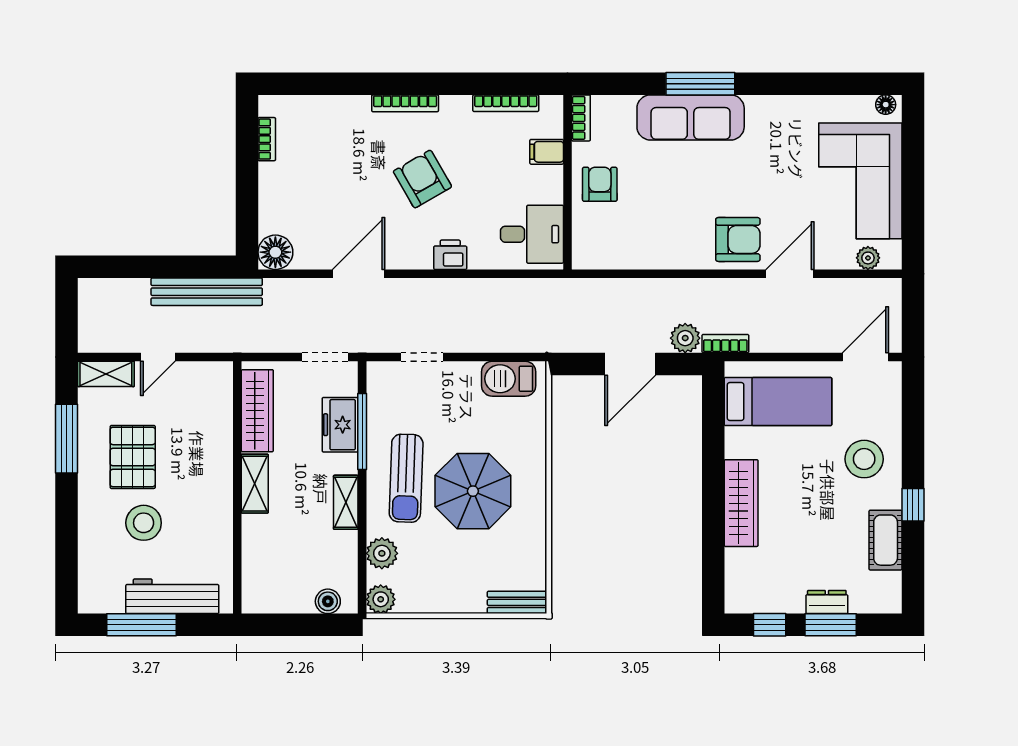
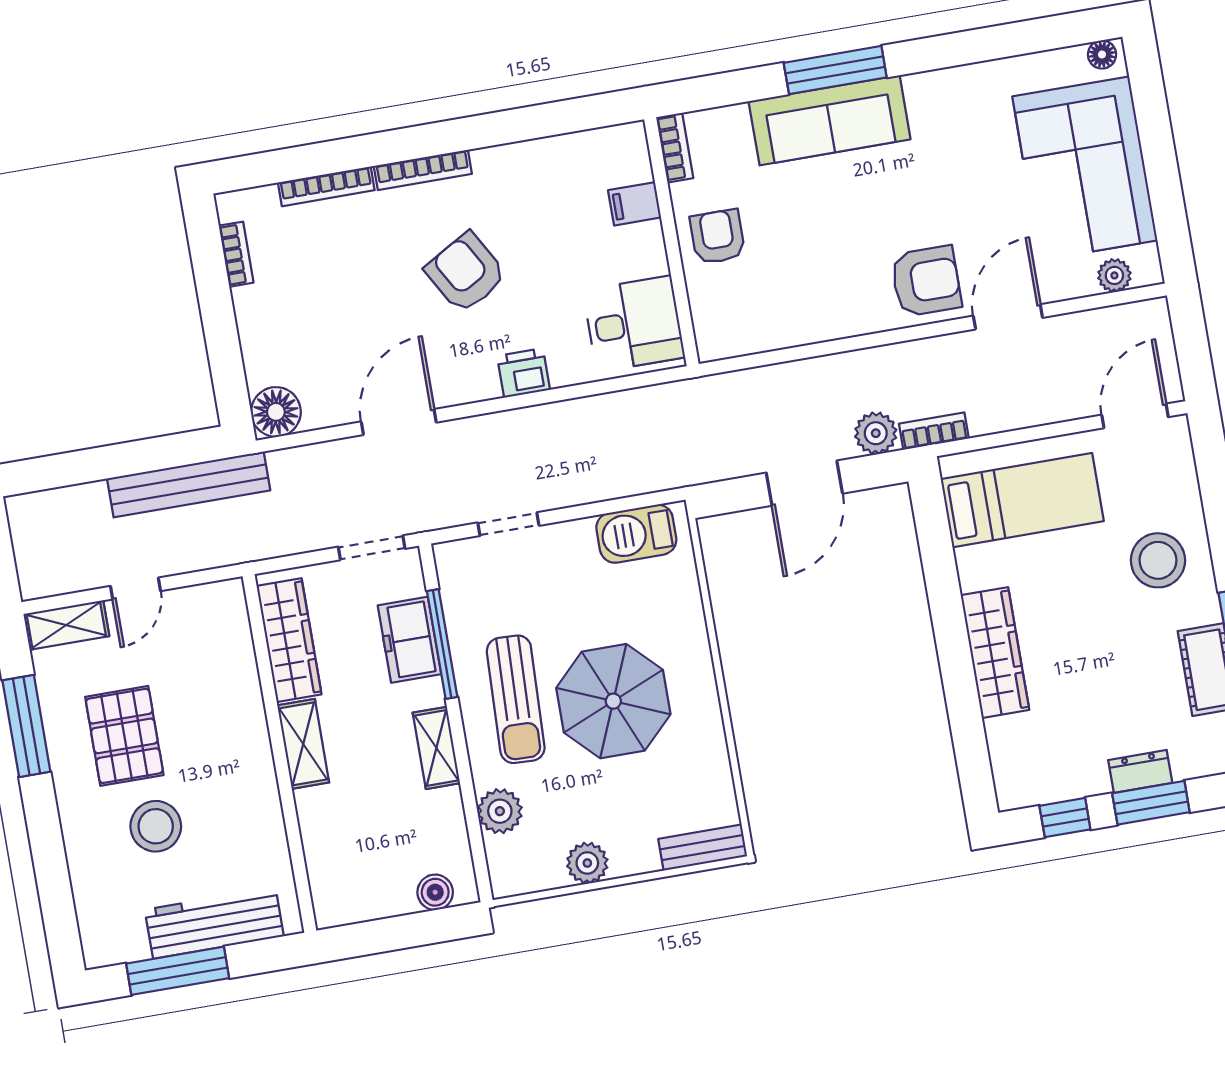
bookcase: (506, 103) -> (326, 186), moved
plant: (381, 599) -> (587, 863), moved

